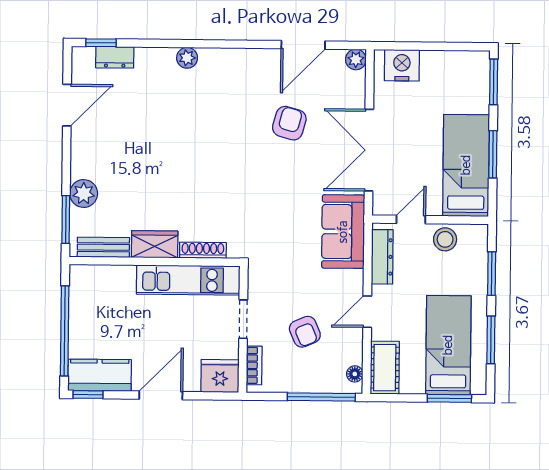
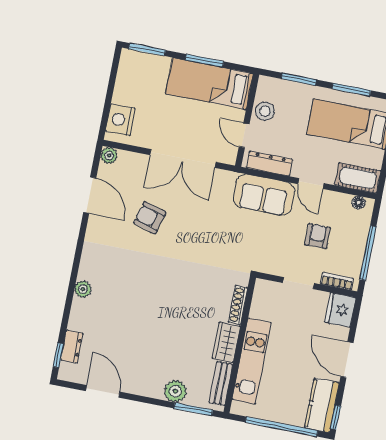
sofa: (343, 232) -> (264, 195), moved
kitchen unit: (188, 280) -> (252, 361), moved
armchair: (305, 332) -> (318, 236), turned -67
window: (321, 397) -> (368, 253), moved

